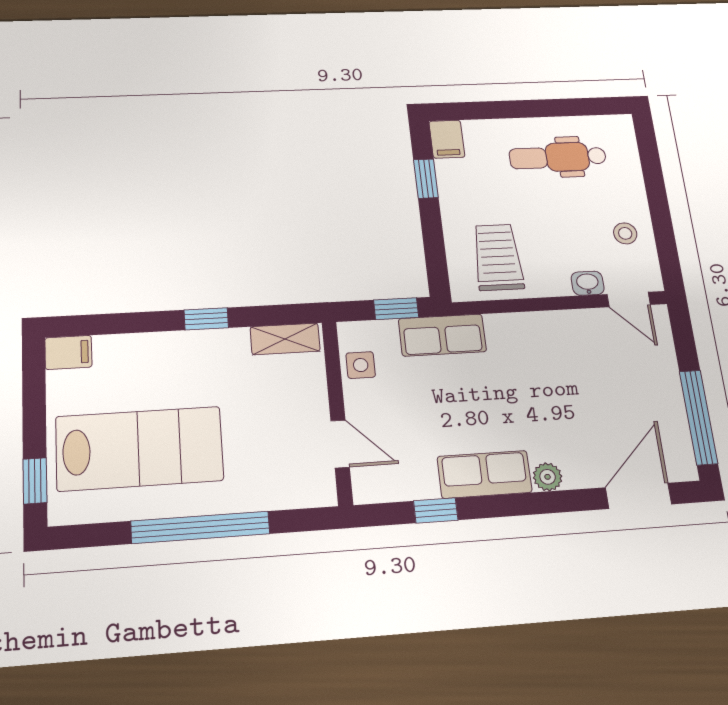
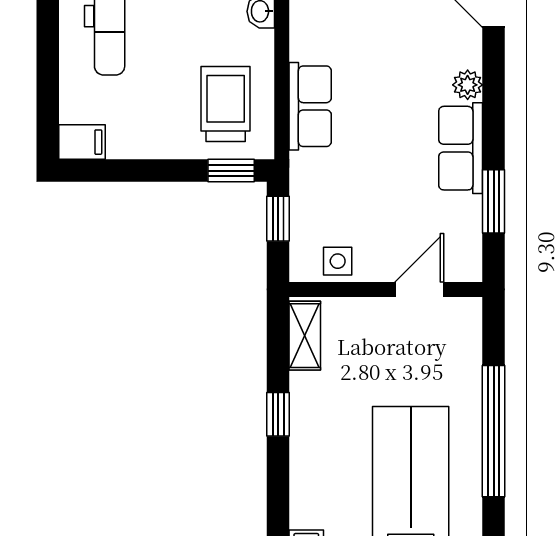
window: (426, 179) -> (231, 171), moved
trolley: (498, 257) -> (226, 104), turned 90
row of seats: (442, 335) -> (310, 106), moved
window: (436, 510) -> (494, 201), width x1.50

